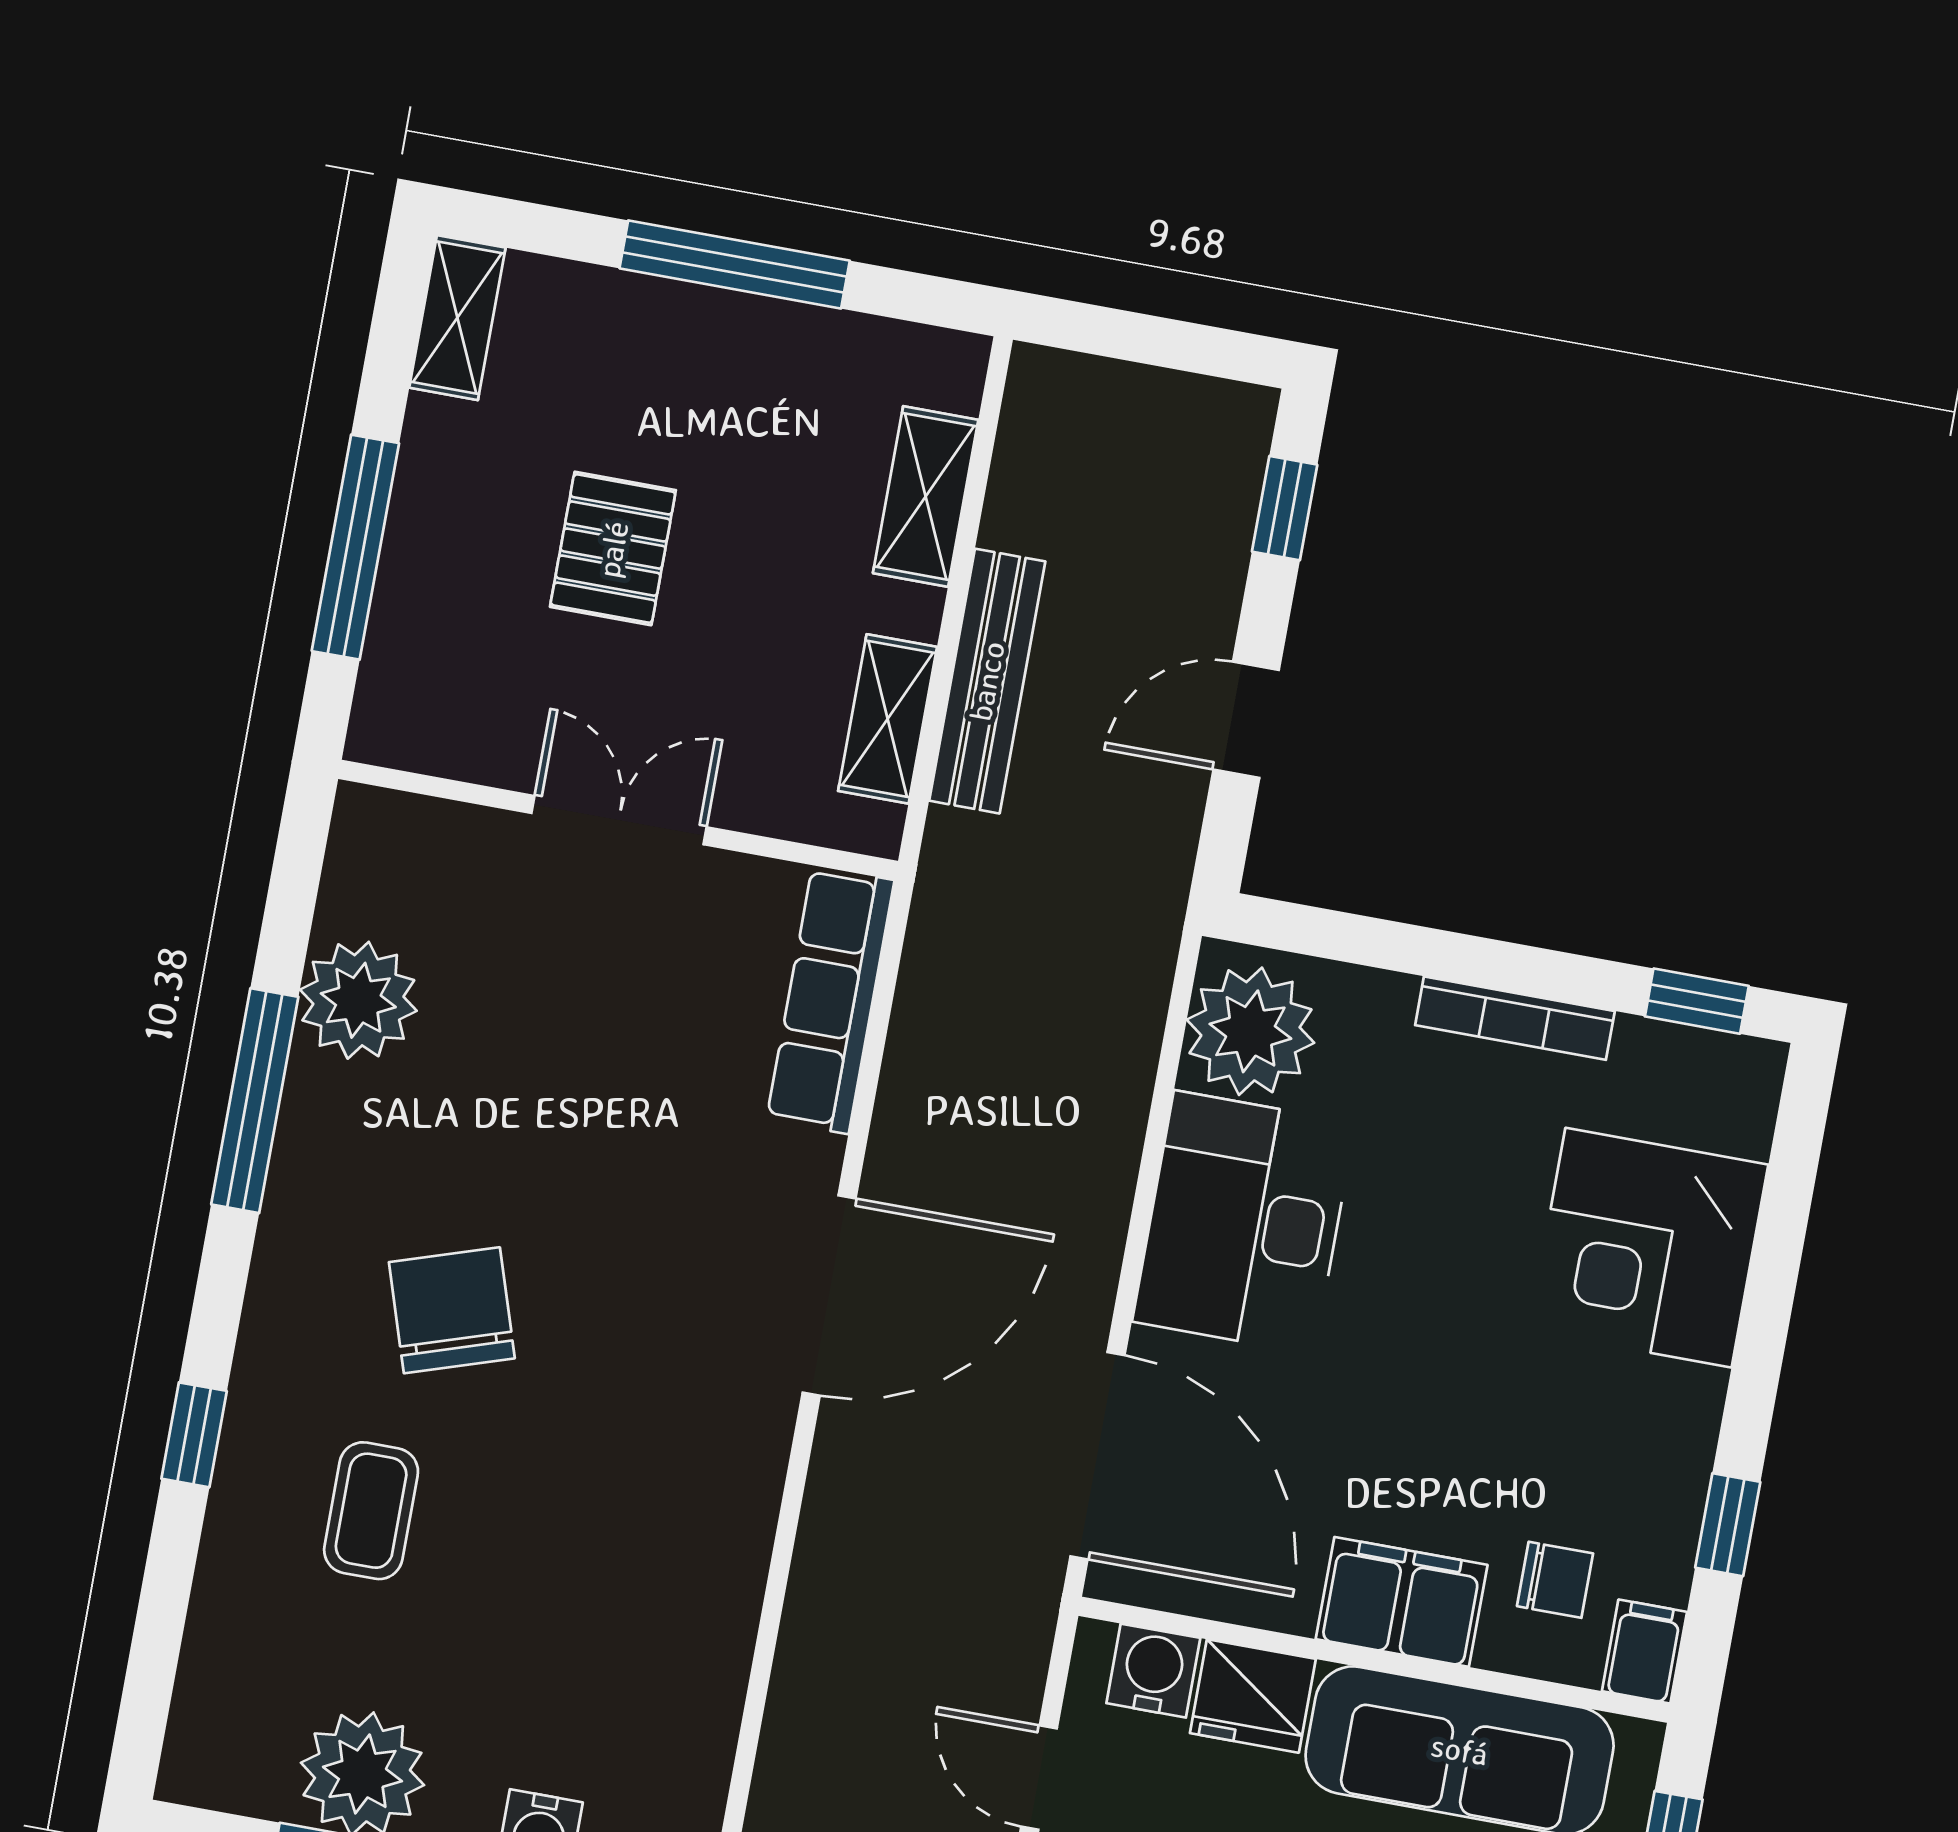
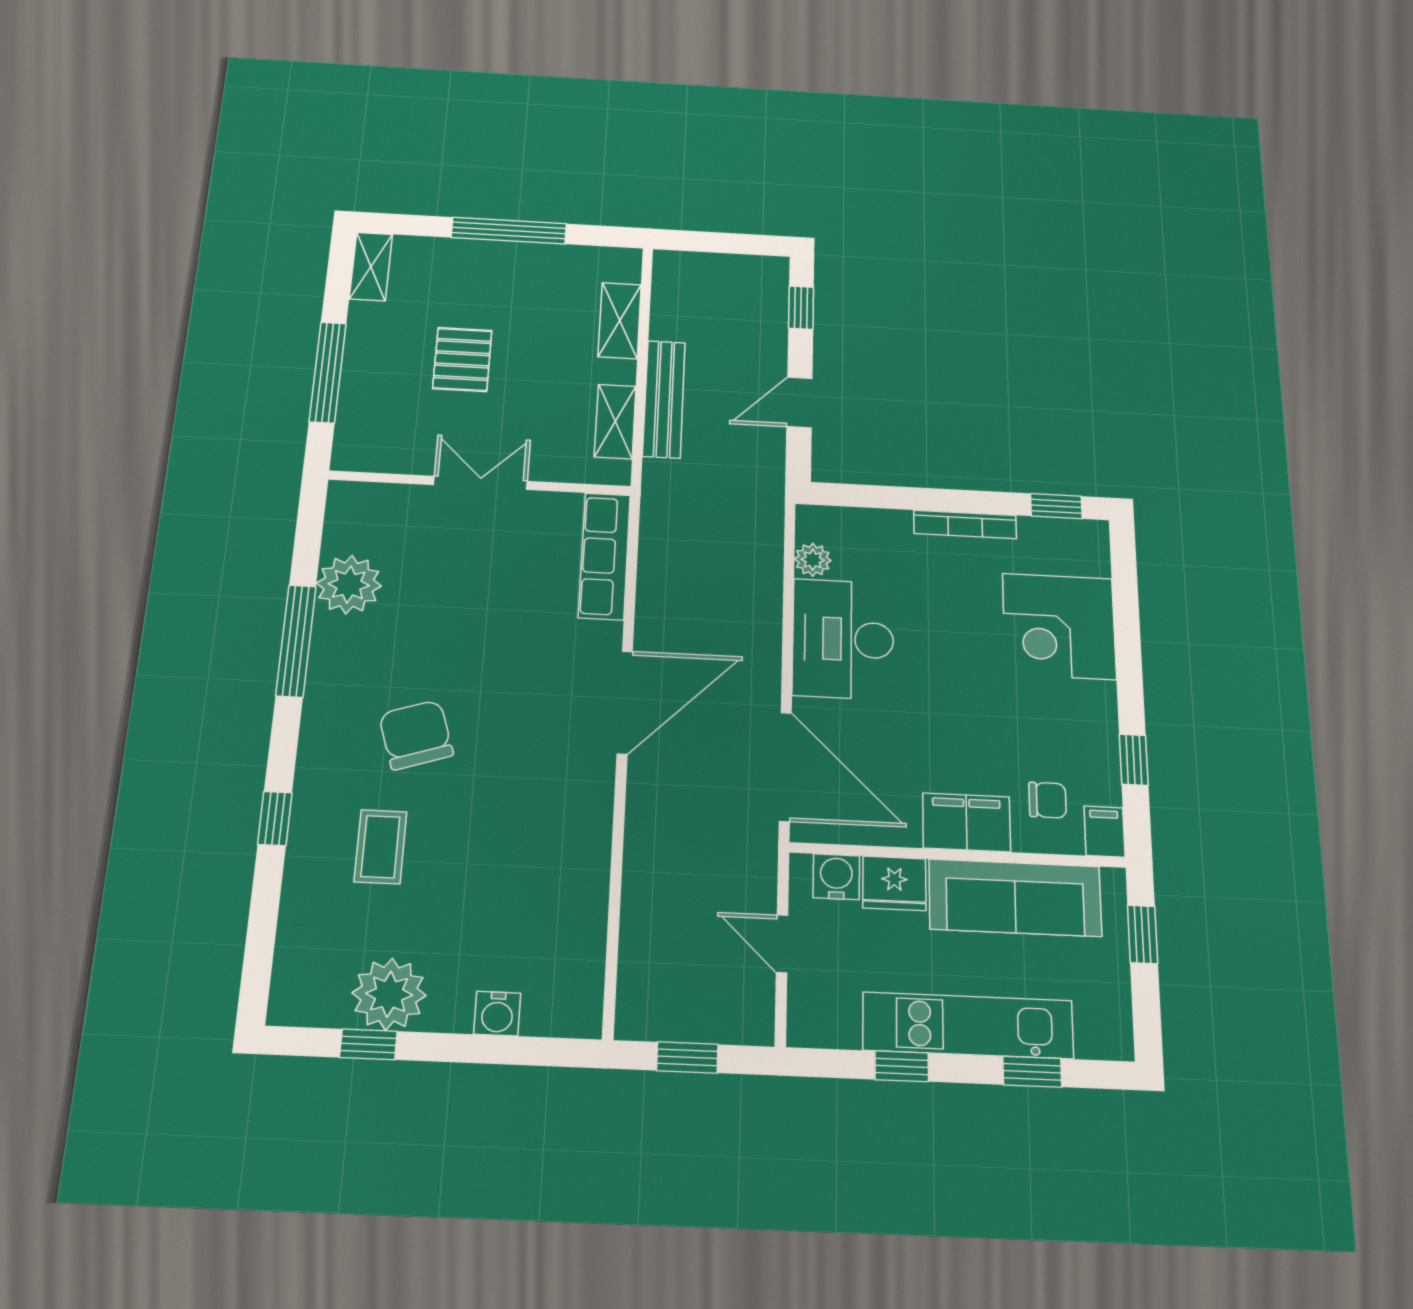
plant: (1250, 1031) -> (813, 560), width x0.53, depth x0.53

